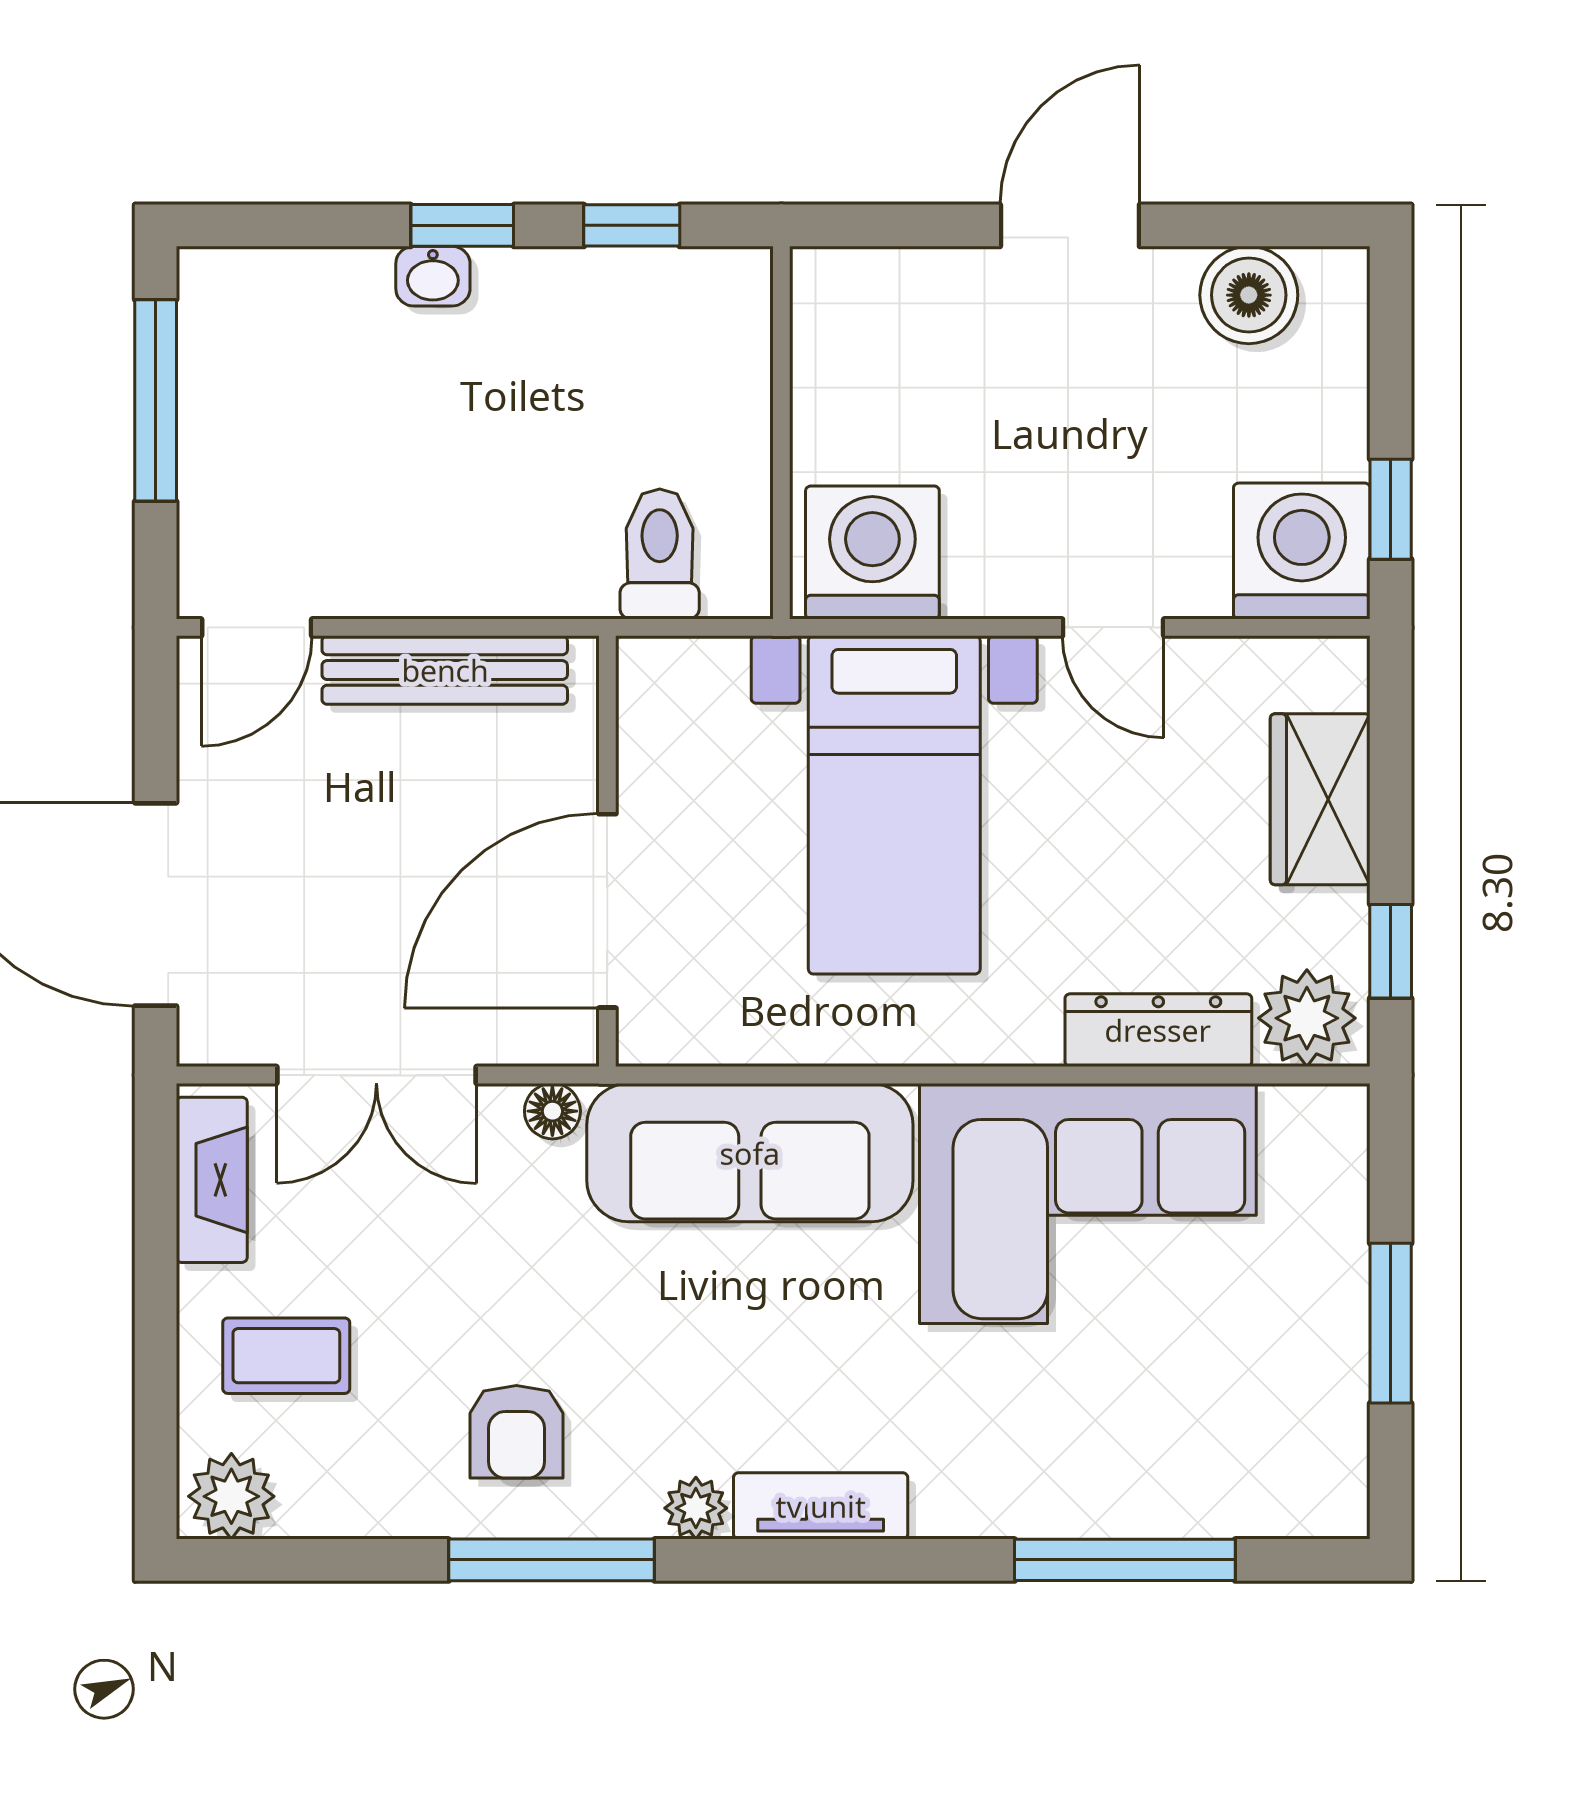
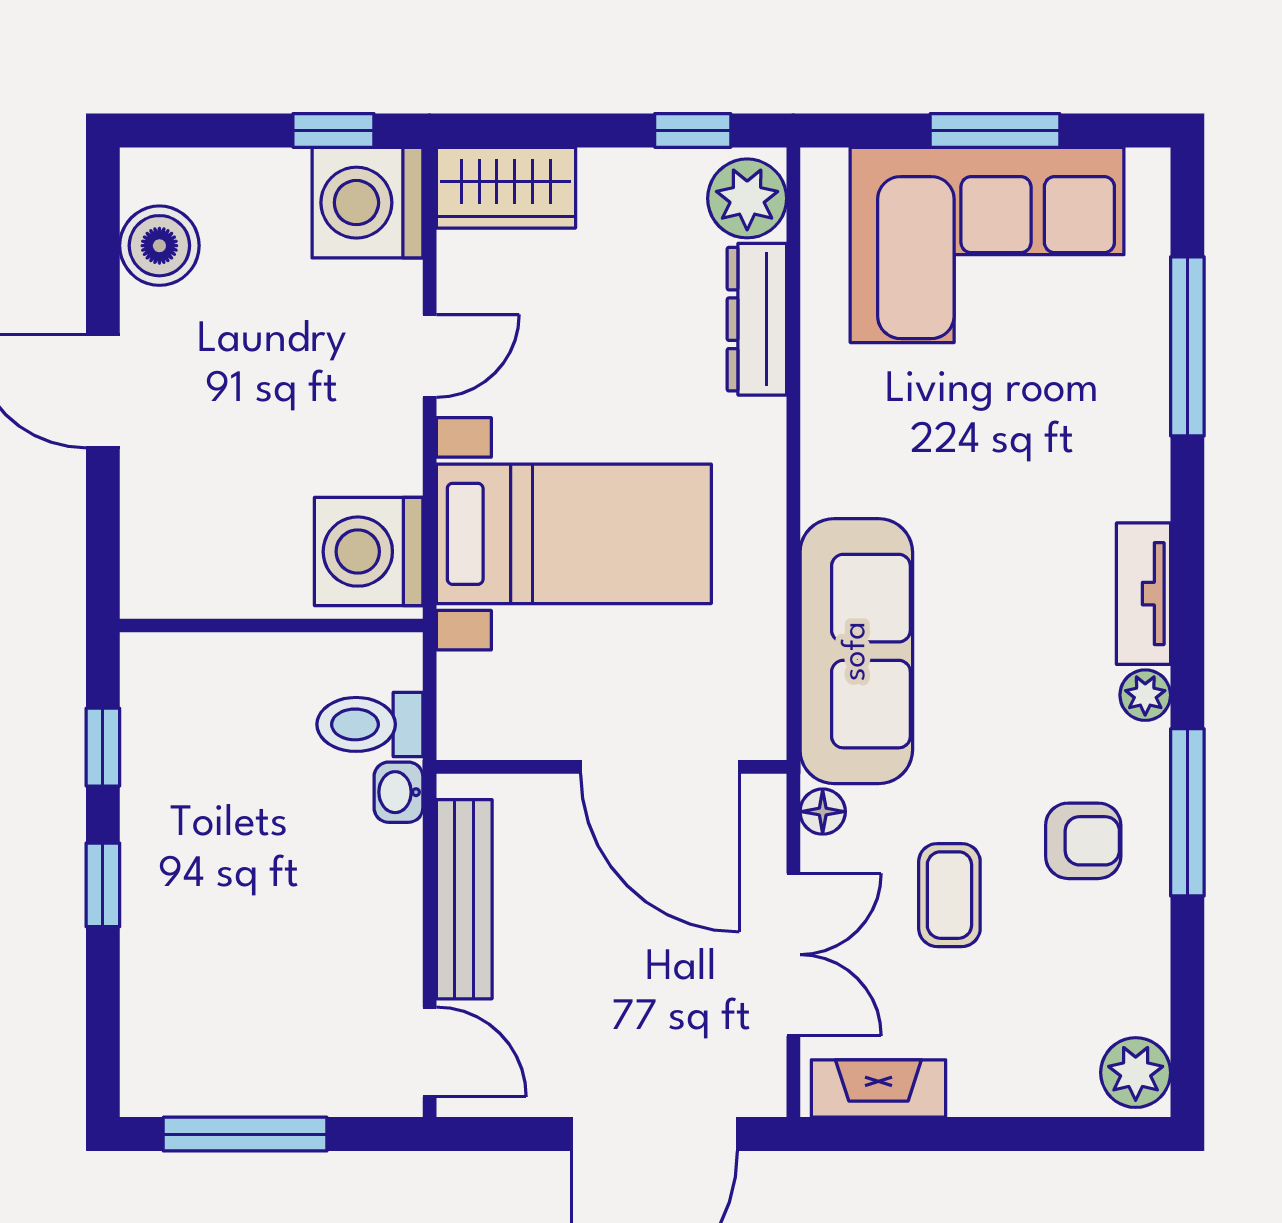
washbasin: (433, 276) -> (398, 792), moved, turned 180
wardrobe: (1320, 799) -> (506, 188), moved
corner sofa: (1088, 1203) -> (987, 245), moved, turned 90
coffee table: (286, 1356) -> (949, 895), moved

